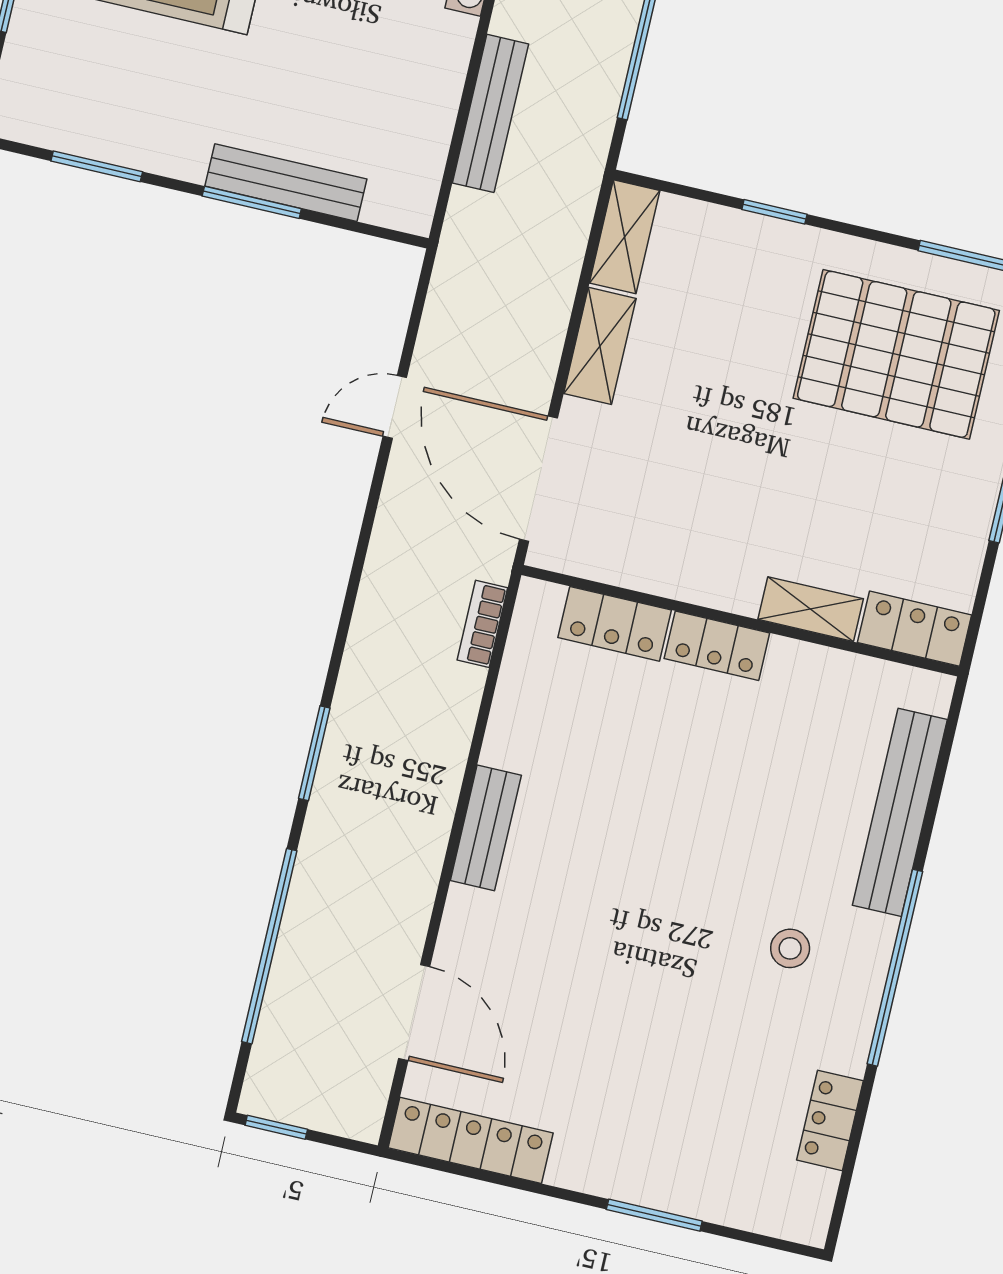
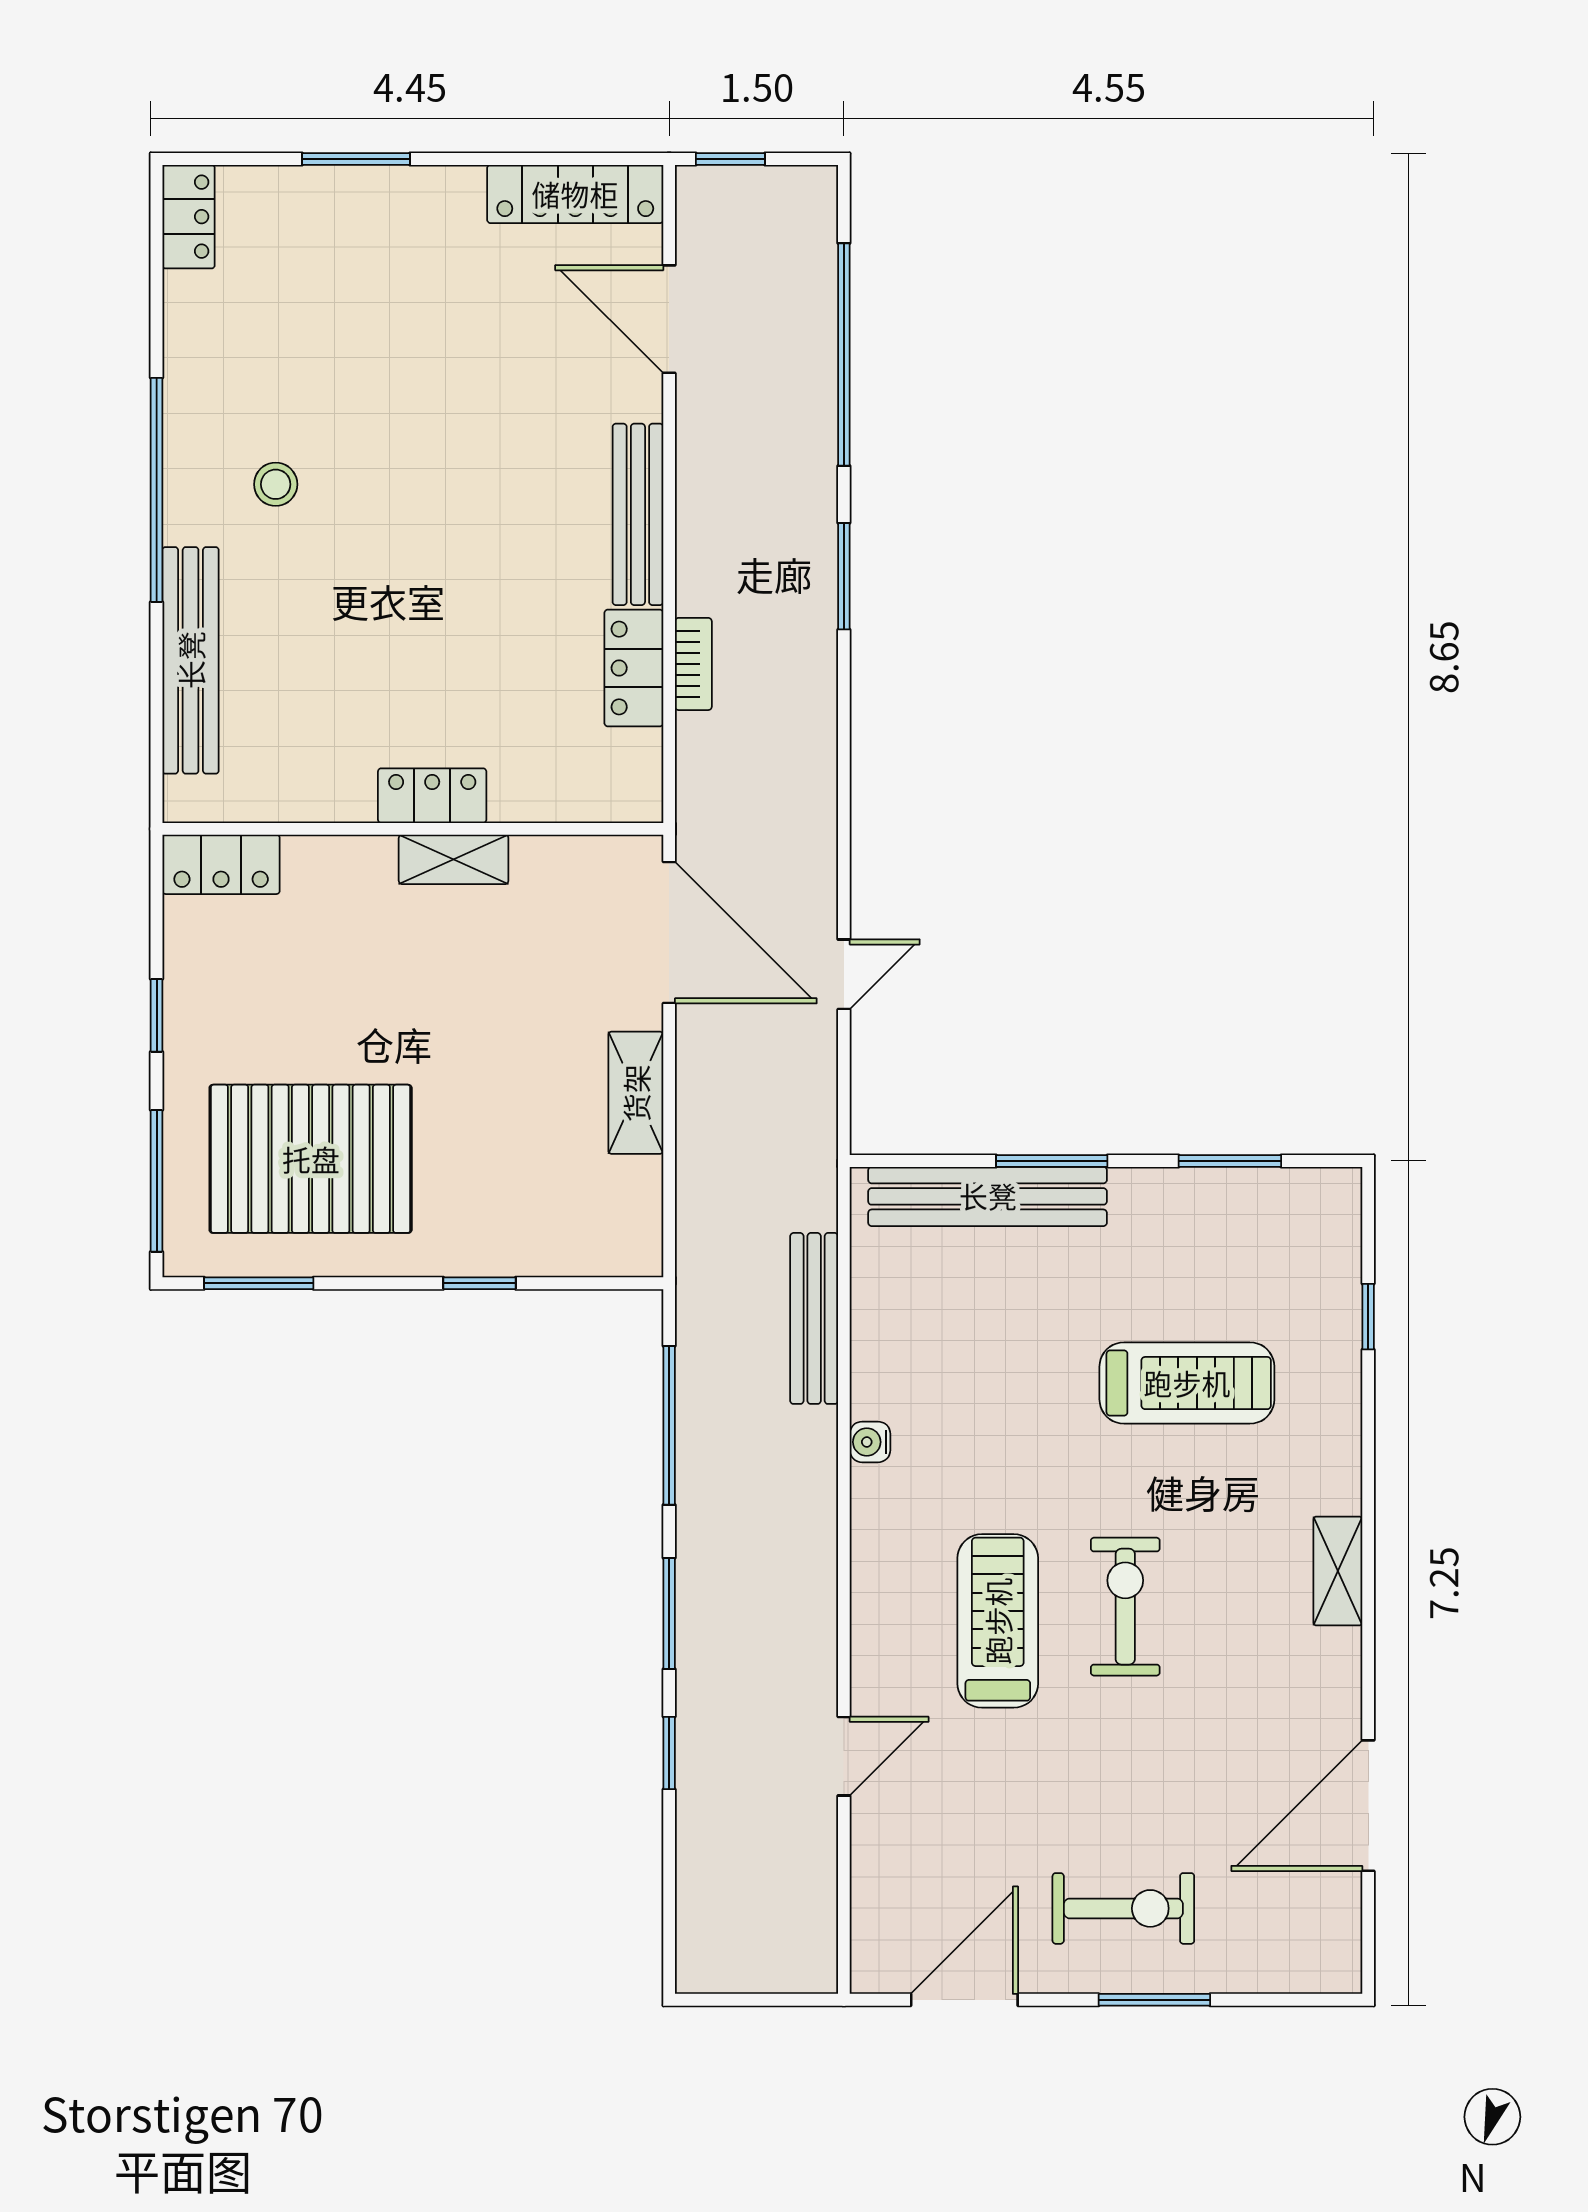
bench: (286, 183) -> (988, 1196), width x1.37, depth x1.21
shelving: (625, 237) -> (637, 1218), removed
shelving: (811, 609) -> (454, 859), moved
bookcase: (482, 624) -> (693, 664), moved
locker: (615, 624) -> (634, 668), moved, turned -90
bench: (486, 828) -> (638, 514), width x1.36
locker: (830, 1120) -> (189, 217), moved
window: (276, 1127) -> (730, 159), moved

